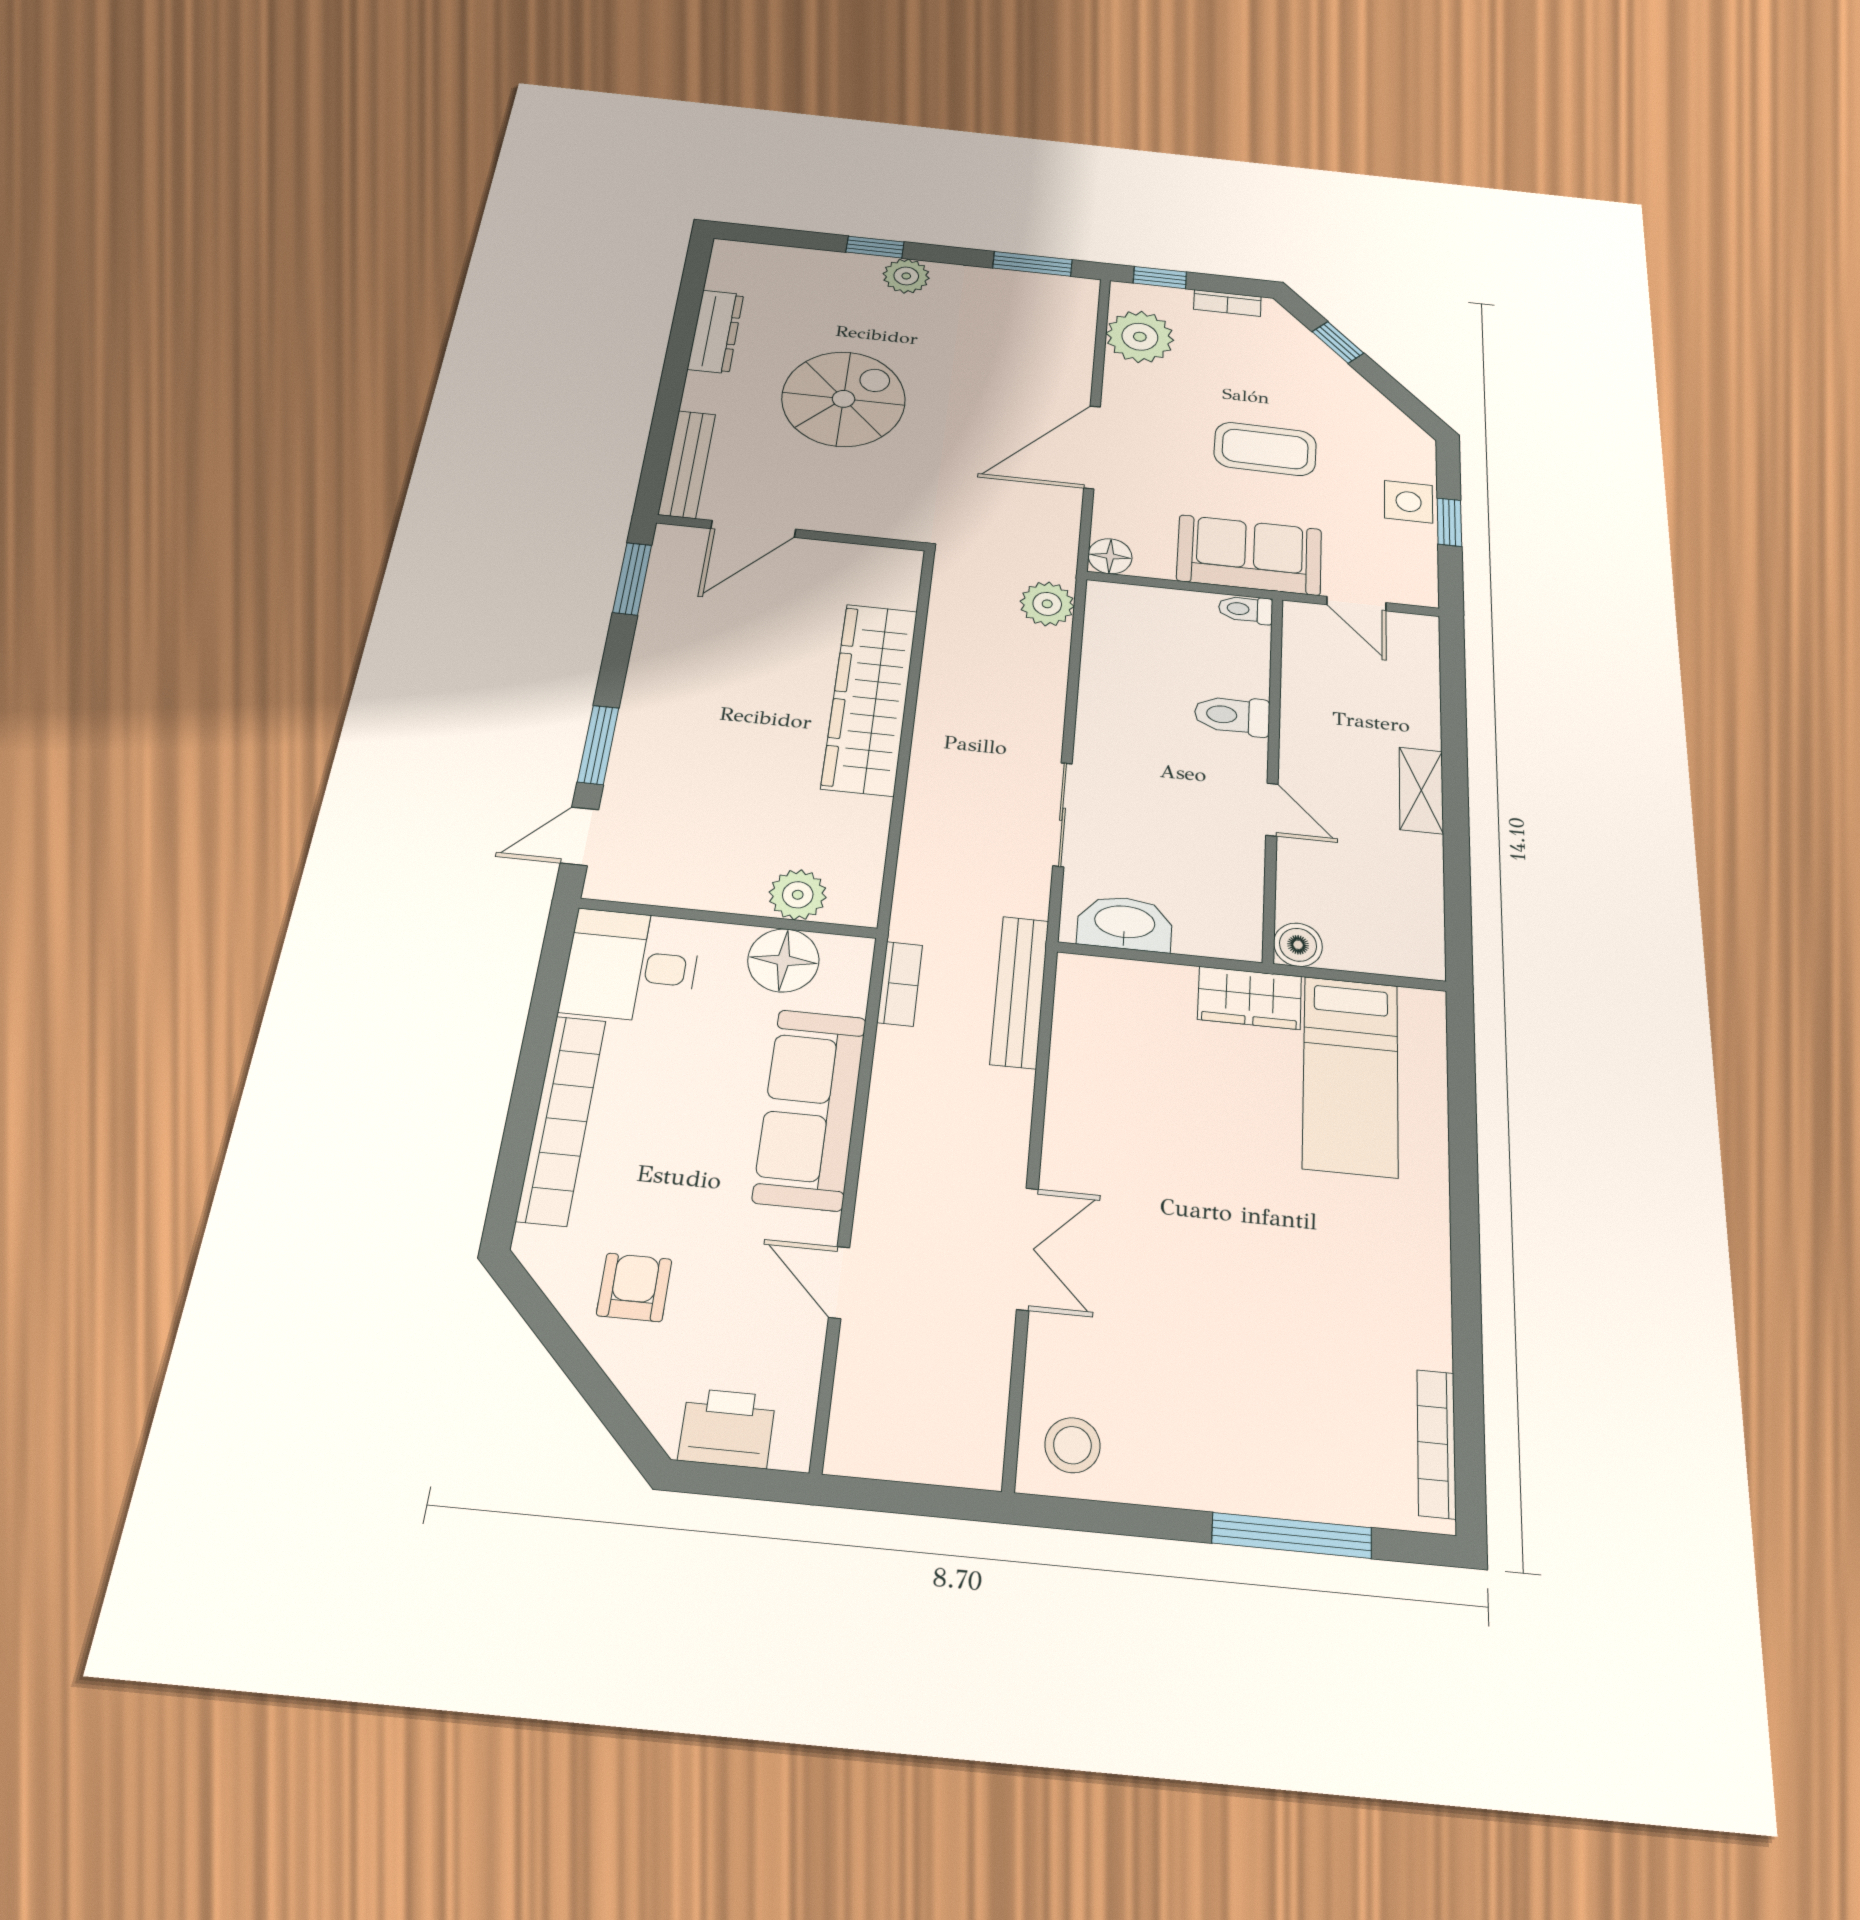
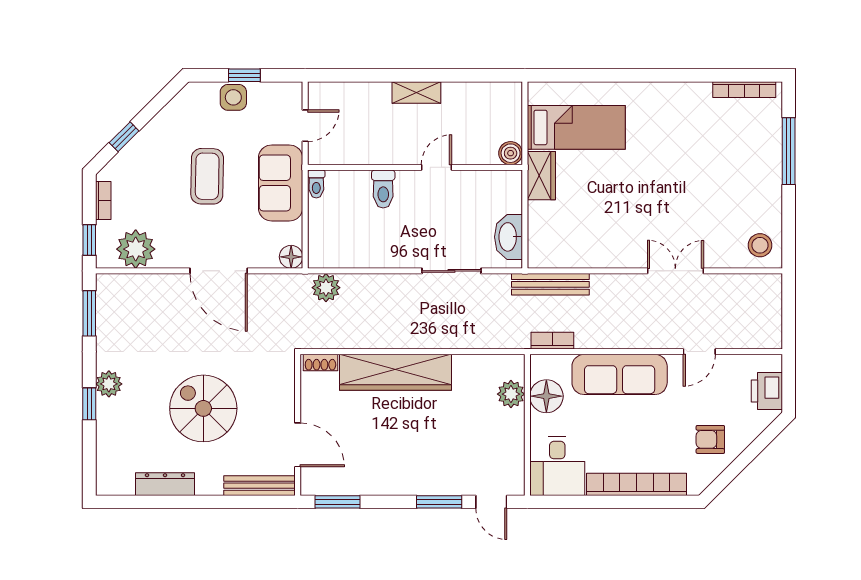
shoe rack: (905, 580) -> (320, 363), added

